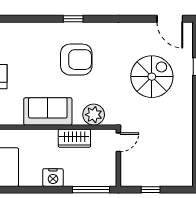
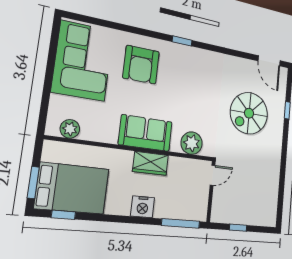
armchair: (76, 60) -> (141, 65), moved, turned 90
spiral stairs: (152, 77) -> (249, 113), turned 180
wardrobe: (74, 138) -> (151, 163), moved

